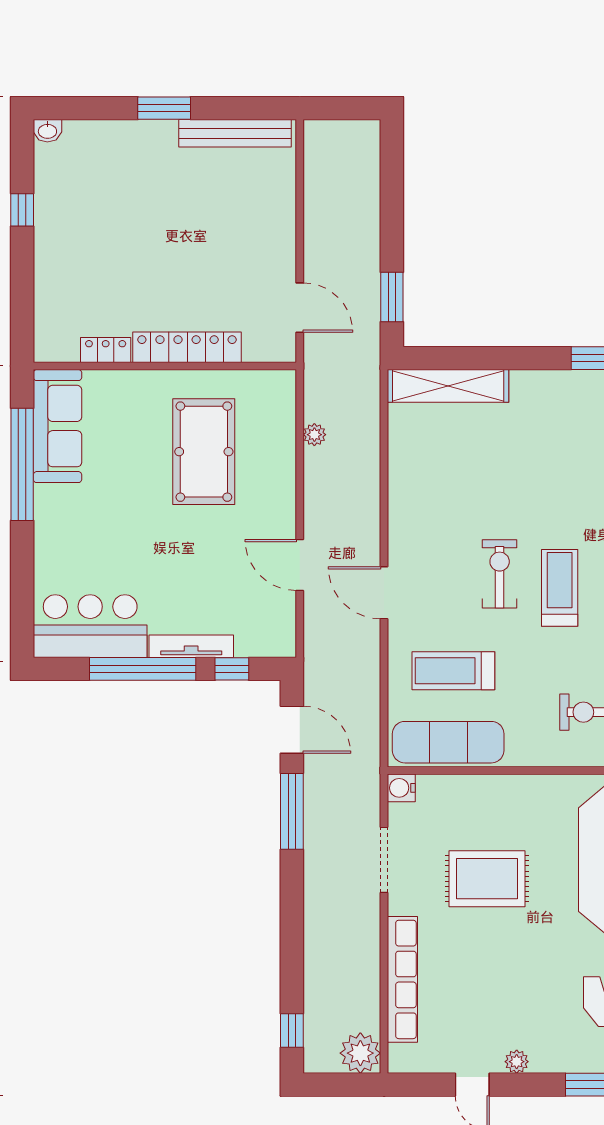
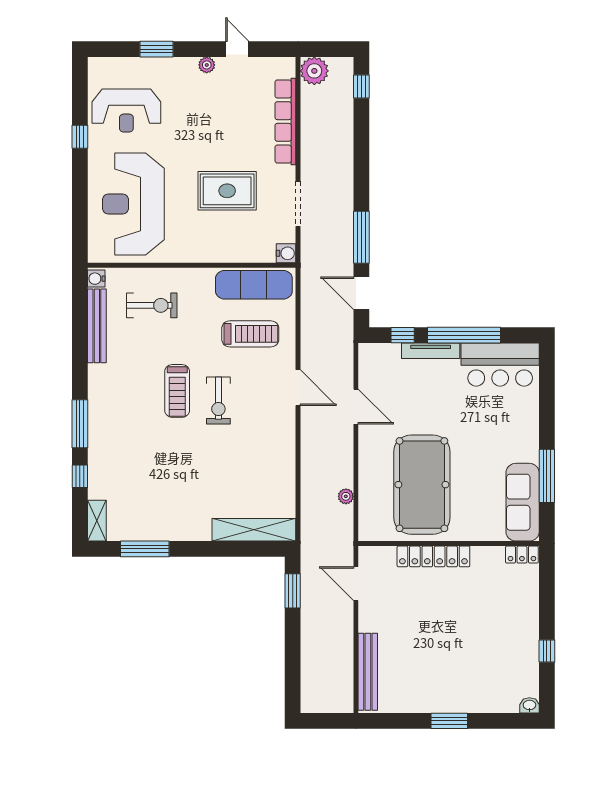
bench: (235, 133) -> (368, 672), moved, turned 90
locker: (106, 350) -> (522, 555), moved
pool table: (204, 452) -> (422, 485), width x1.36, depth x1.32
window: (22, 464) -> (547, 476), width x0.68

